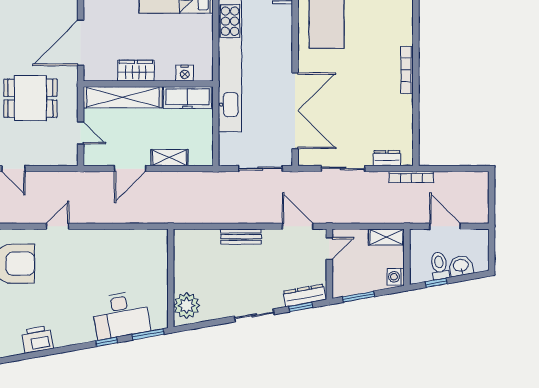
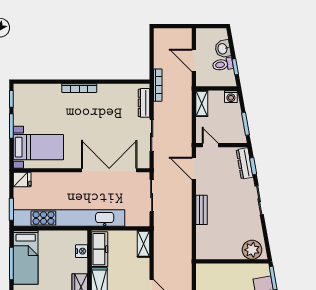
shelving: (169, 158) -> (144, 244), moved
dresser: (387, 158) -> (144, 103), width x1.44
door: (298, 226) -> (194, 168), hinge flipped
door: (445, 226) -> (194, 60), hinge flipped

